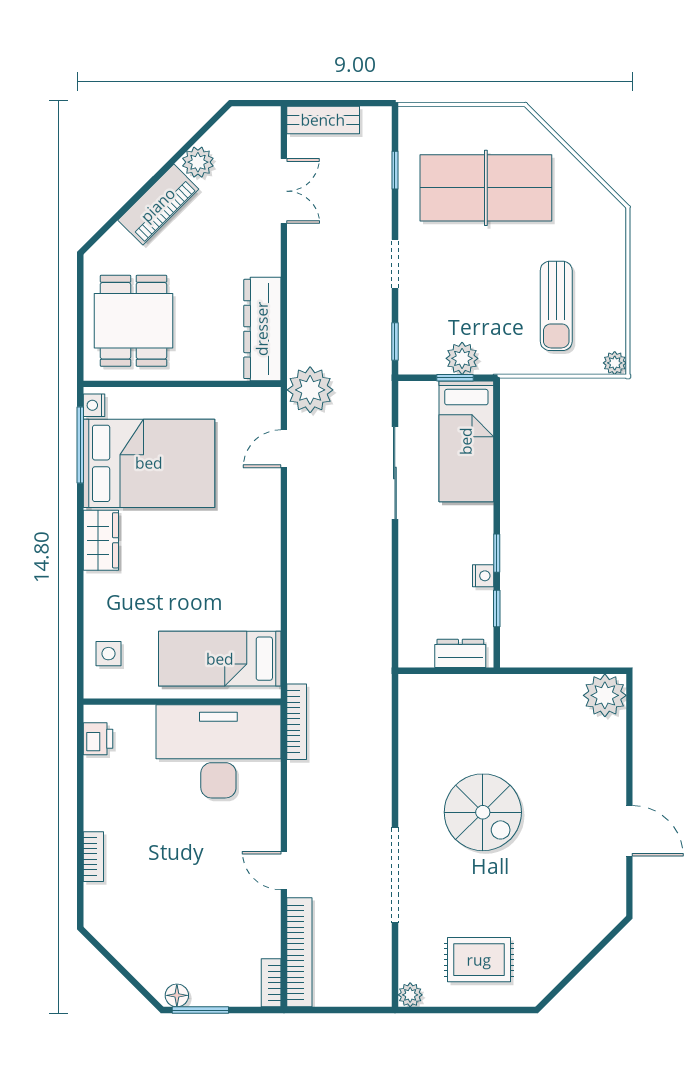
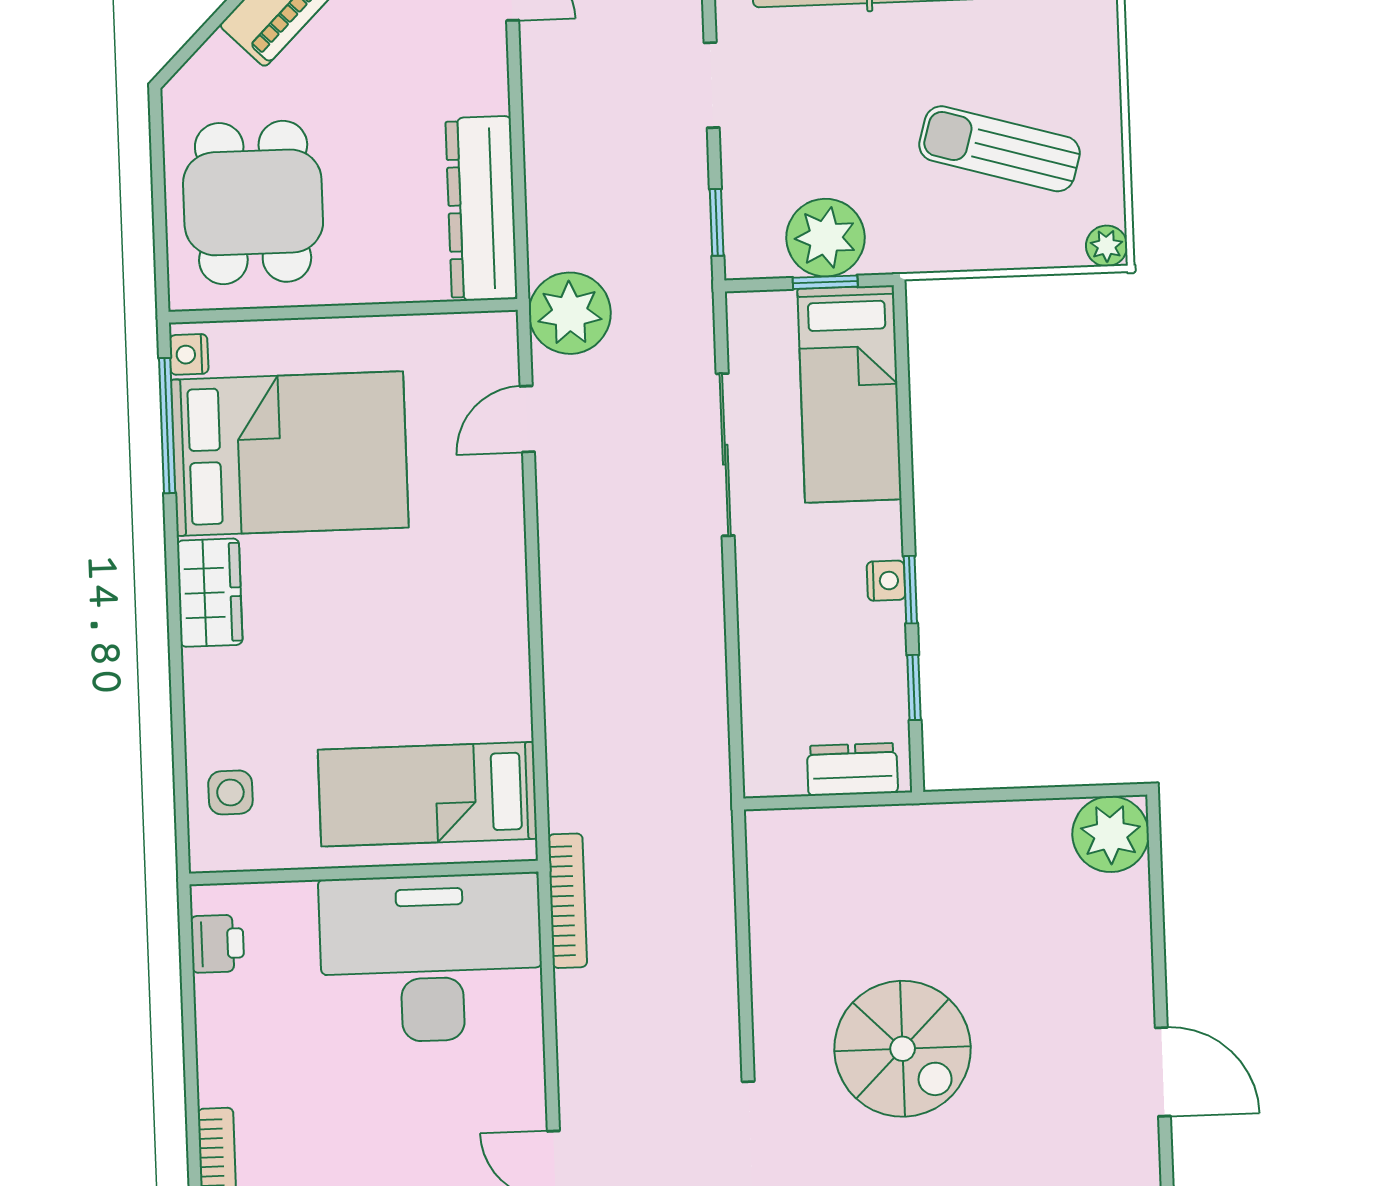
sun lounger: (556, 306) -> (999, 149), turned 106
plant: (462, 358) -> (826, 238), width x1.36, depth x1.36
nightstand: (483, 576) -> (886, 581), moved

